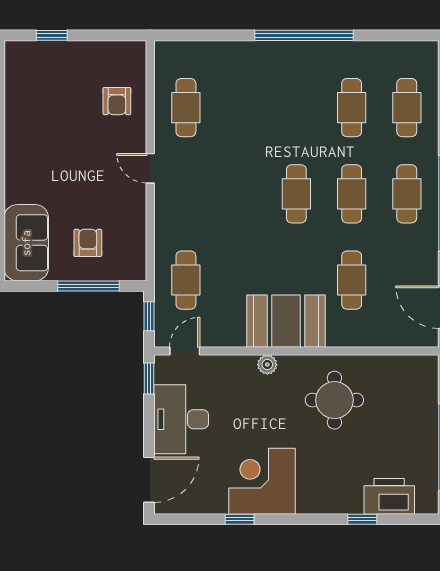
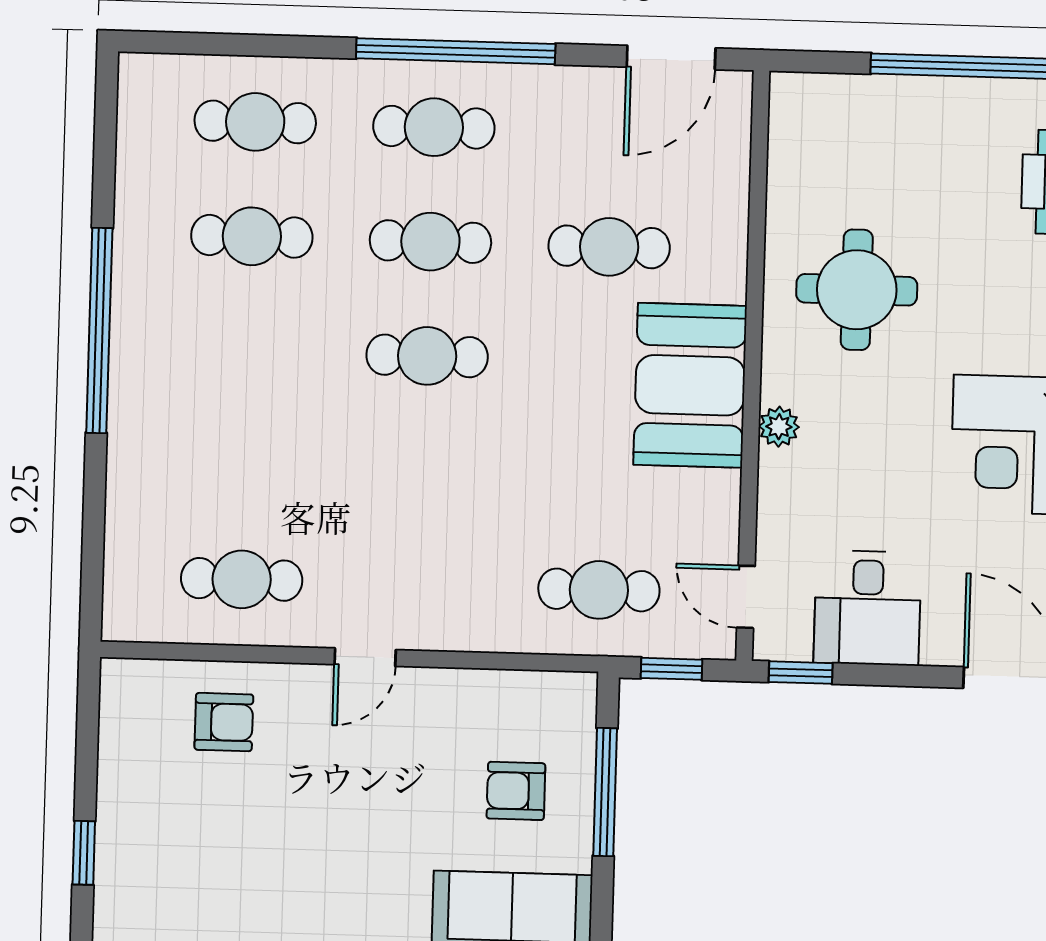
desk: (181, 419) -> (867, 608), width x0.73

